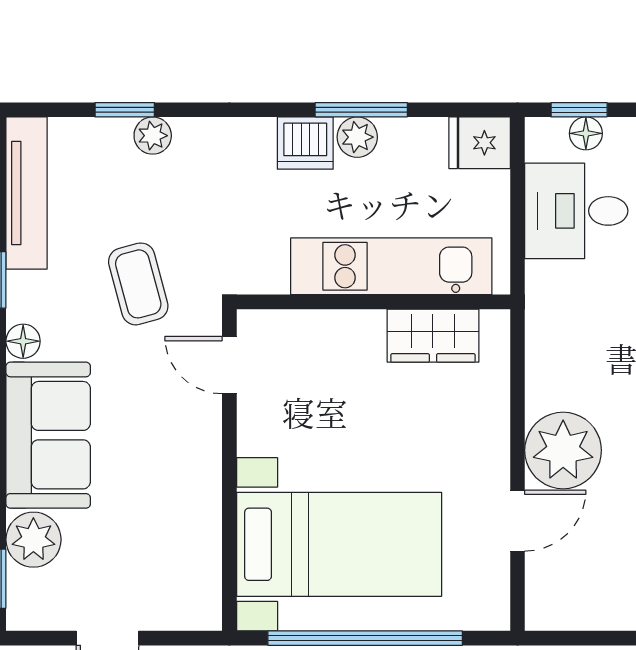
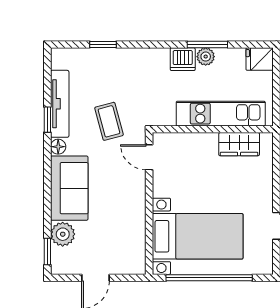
plant: (153, 136) -> (115, 56), removed
tv unit: (27, 193) -> (60, 104), moved

